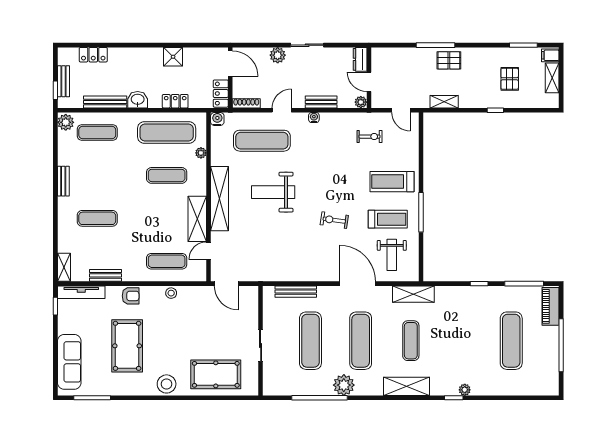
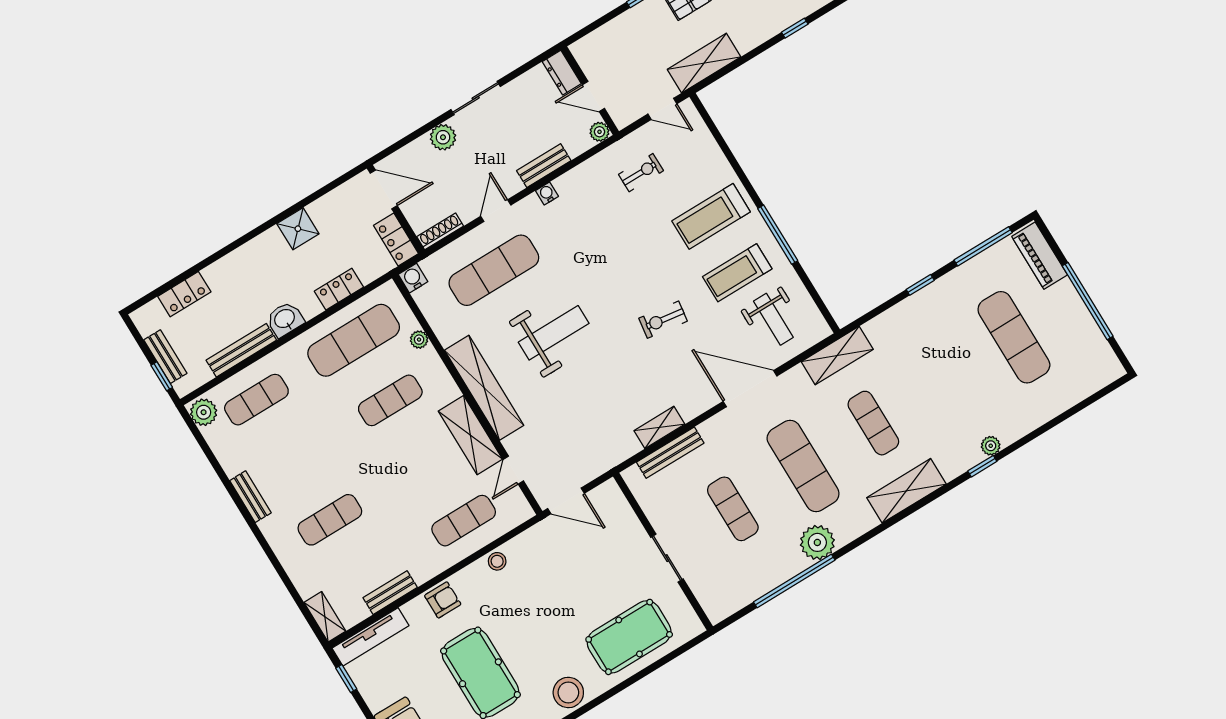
shelving: (444, 102) -> (704, 63), width x1.50, depth x1.33
weight bench: (273, 192) -> (554, 333), turned 180
treadmill: (388, 219) -> (737, 273), turned 180
shelving: (298, 275) -> (659, 427), added
exercise mat: (310, 341) -> (733, 509), width x0.73, depth x0.69

